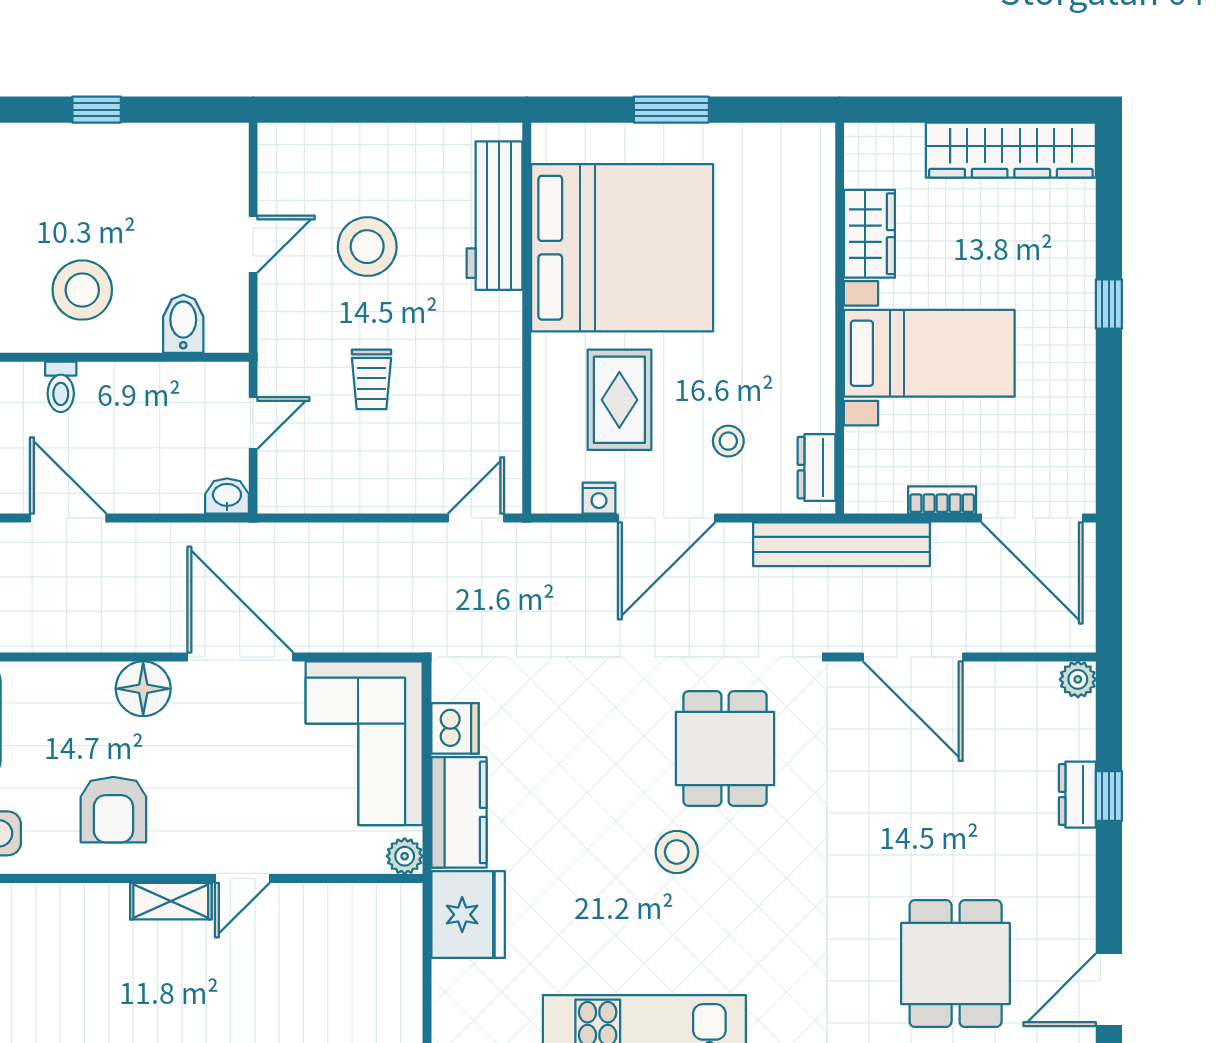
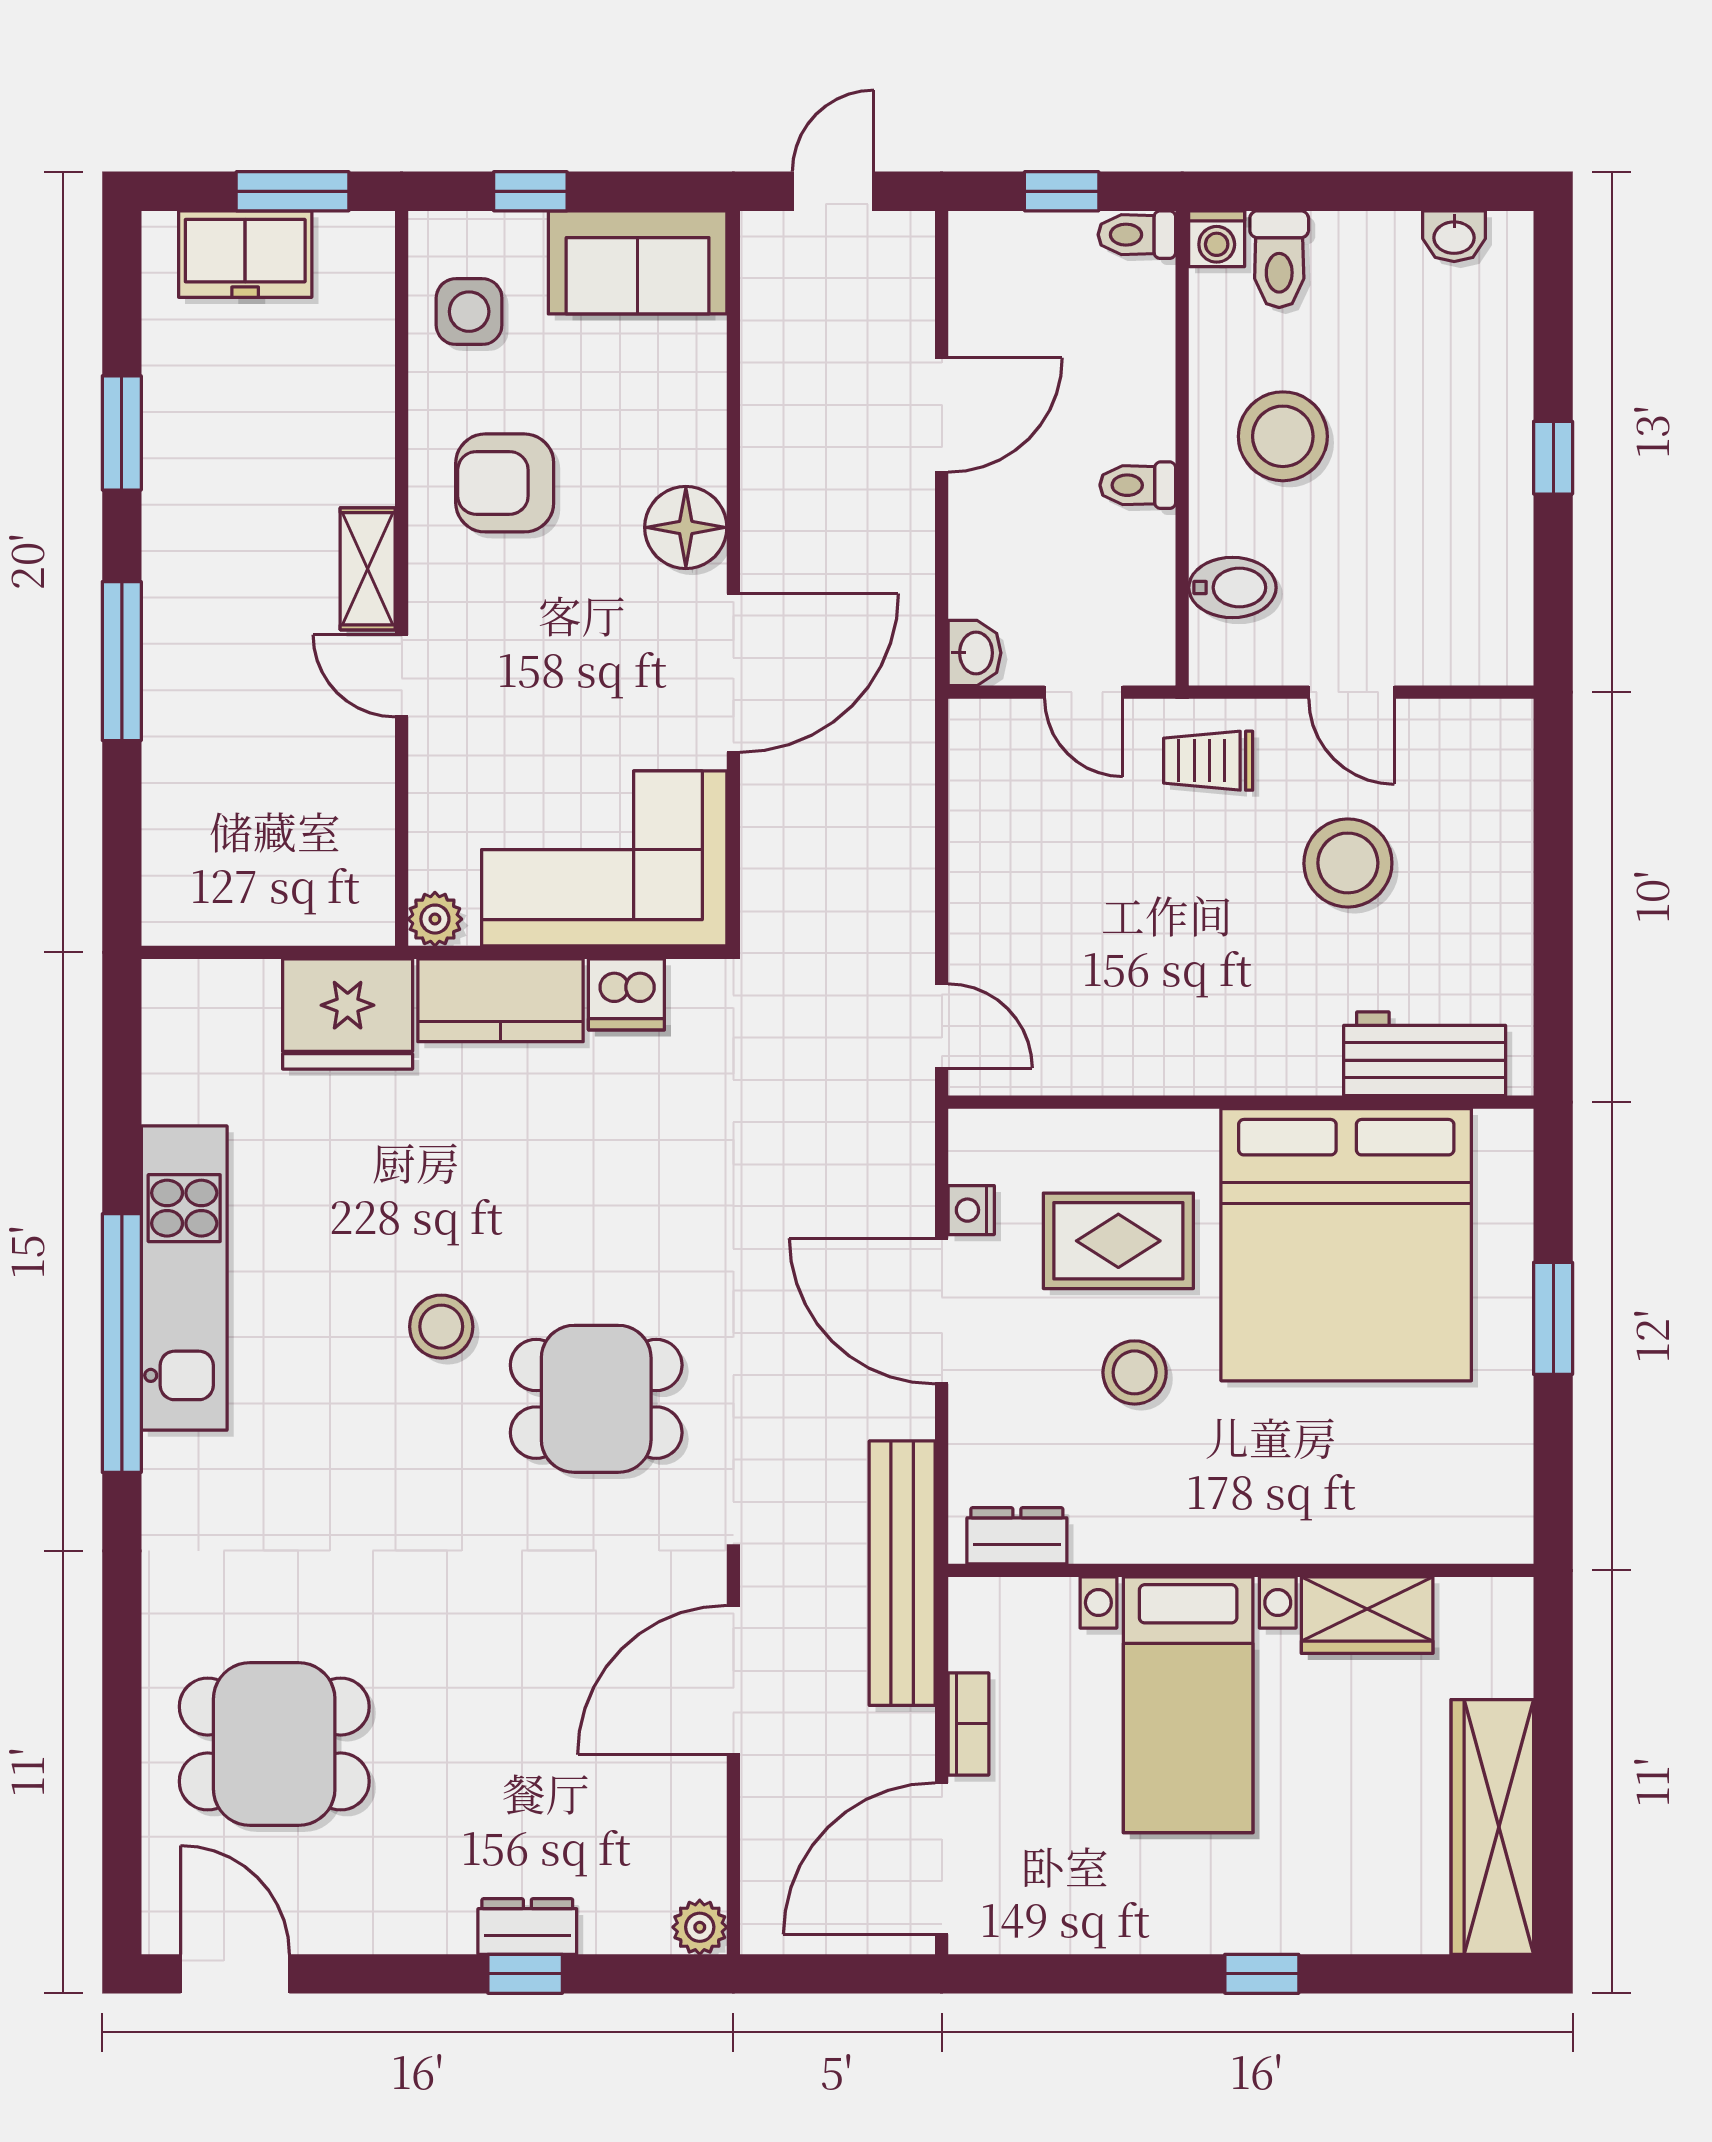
workbench: (495, 216) -> (1425, 1054), width x0.73
trolley: (371, 379) -> (1208, 761), moved
toilet: (61, 387) -> (1138, 485), moved
stool: (728, 441) -> (1135, 1372), moved, width x1.37, depth x1.37

